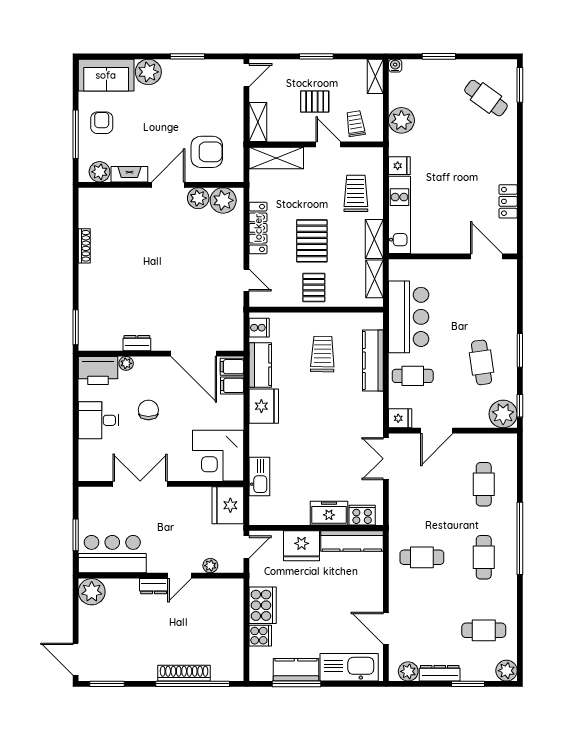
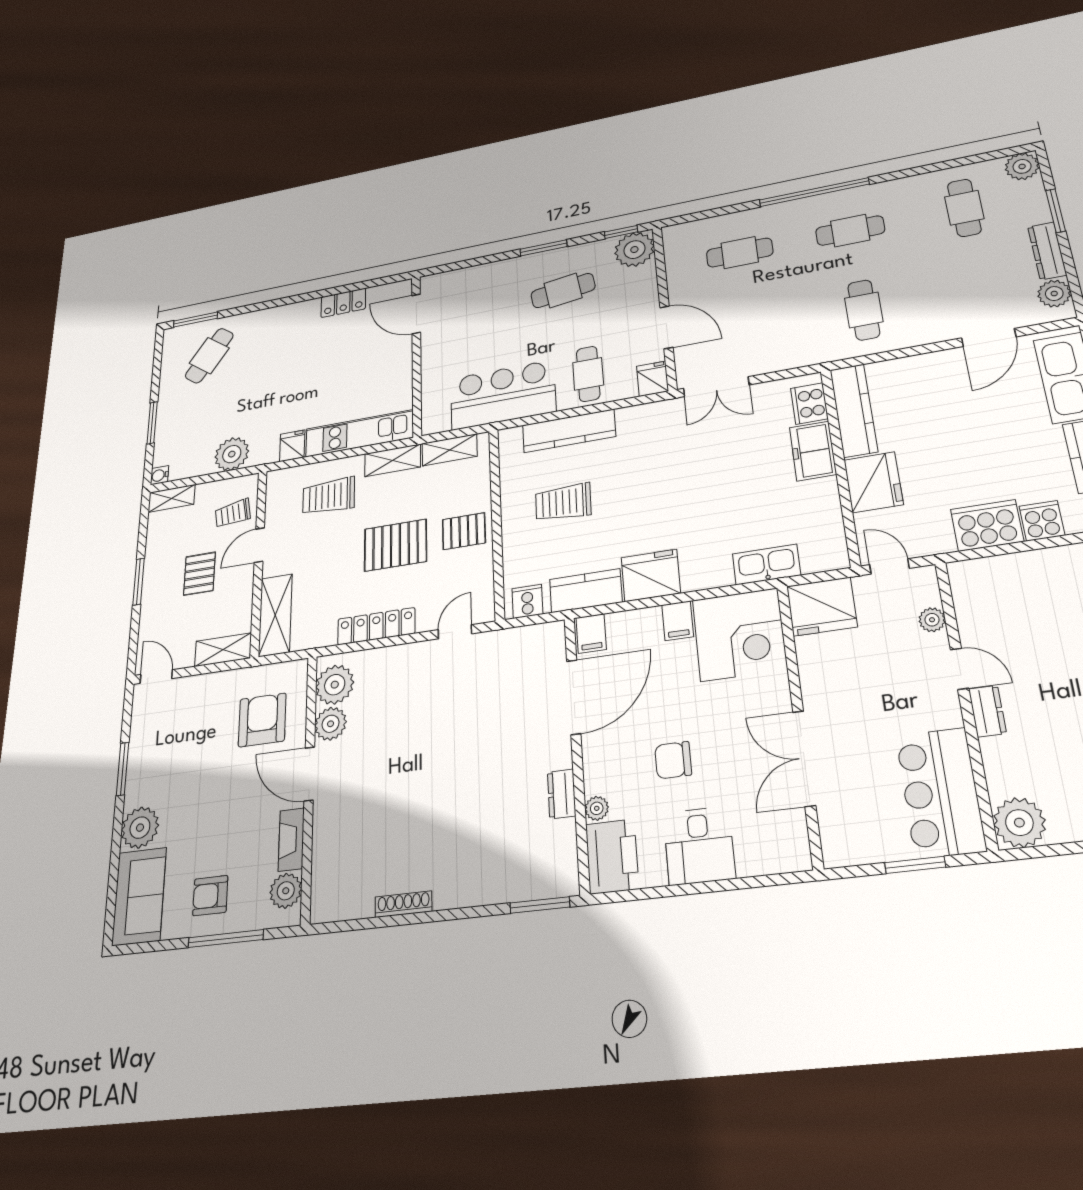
door: (486, 256) -> (416, 314), hinge flipped
filing cabinet: (232, 385) -> (678, 621), moved

